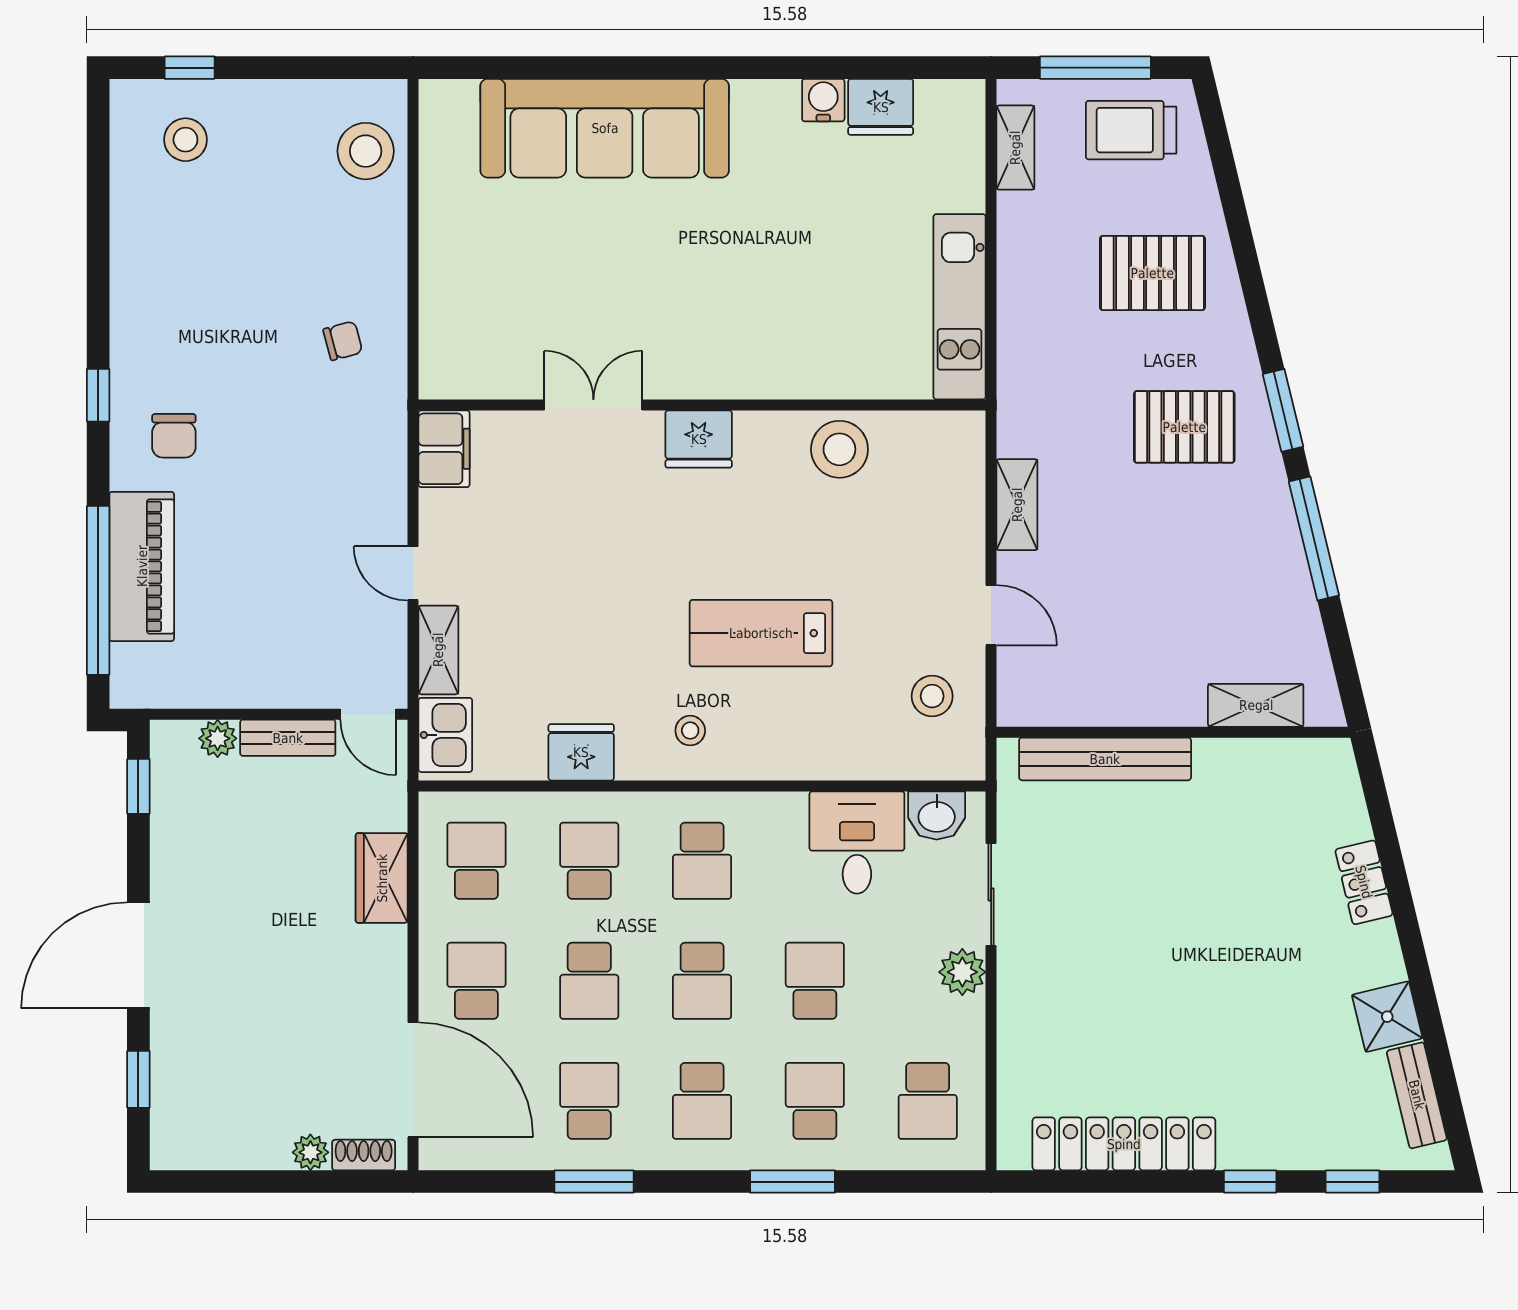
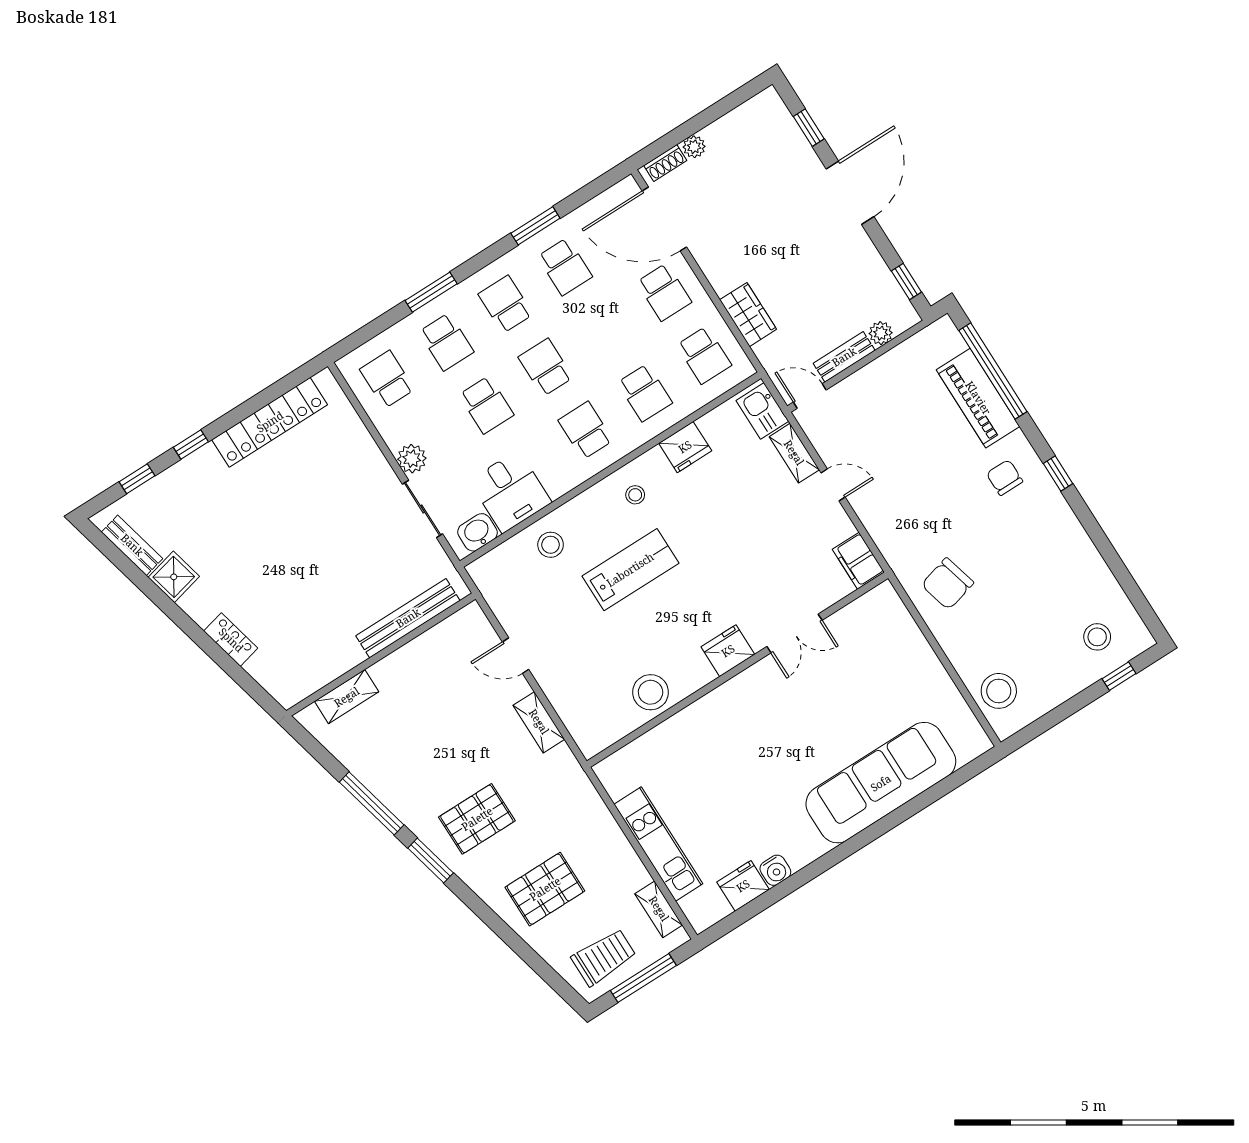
kitchen unit: (960, 307) -> (658, 844), moved
chair: (343, 341) -> (948, 584), width x1.87, depth x1.87
stool: (932, 696) -> (551, 545), moved
school desk: (589, 981) -> (605, 330), removed

